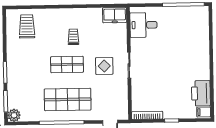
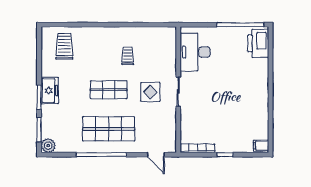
freezer: (115, 15) -> (50, 90), moved, turned -90
desk: (143, 25) -> (195, 52), width x1.37
trolley: (73, 37) -> (128, 56), moved
printer: (201, 93) -> (258, 43), moved

